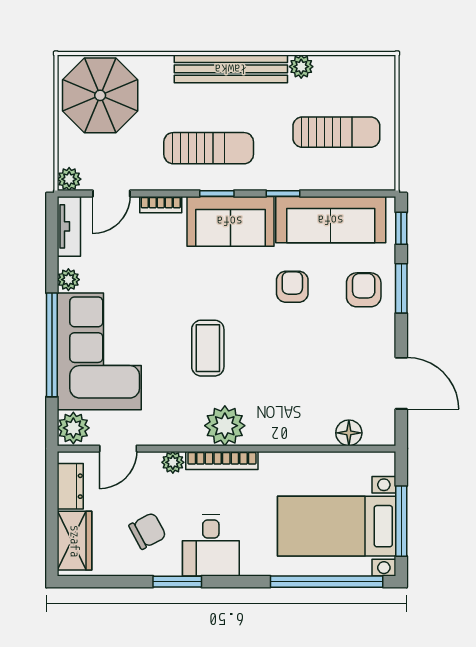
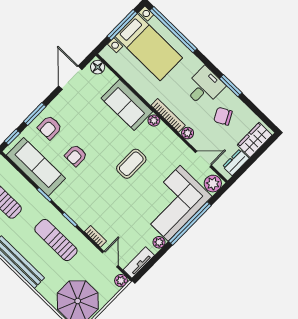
door: (111, 193) -> (110, 259), hinge flipped
sofa: (230, 221) -> (127, 105), moved, turned 180
plant: (225, 426) -> (154, 120), width x0.53, depth x0.53
floor lamp: (349, 433) -> (98, 67), moved

